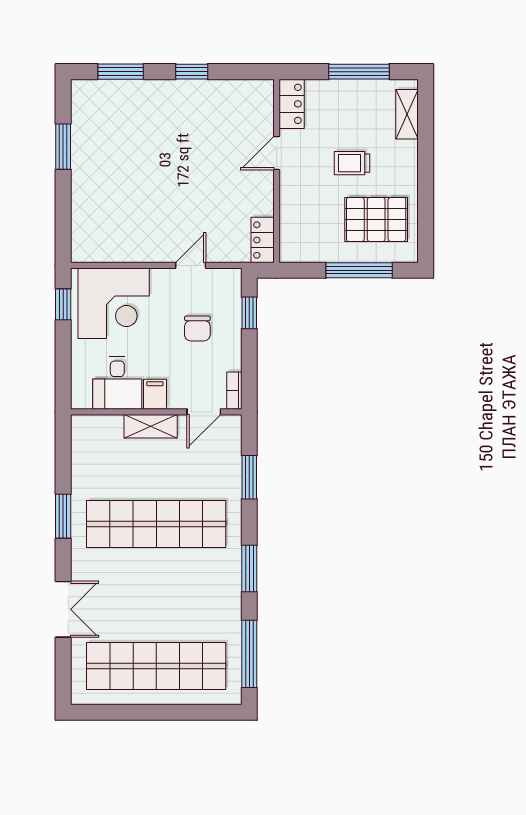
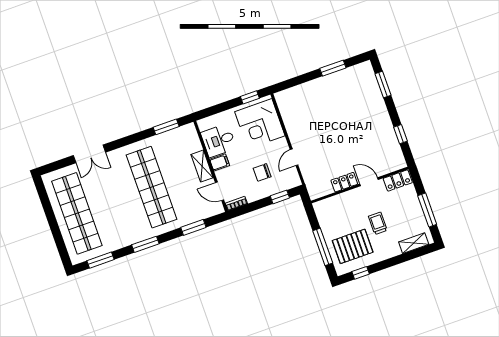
window: (192, 72) -> (401, 134), moved
pallet: (376, 219) -> (353, 246), turned 90
window: (426, 222) -> (361, 273), added
locker: (263, 240) -> (344, 182), moved
door: (191, 265) -> (294, 157), swing flipped
window: (63, 516) -> (166, 127), moved
window: (249, 654) -> (100, 260), width x0.69

